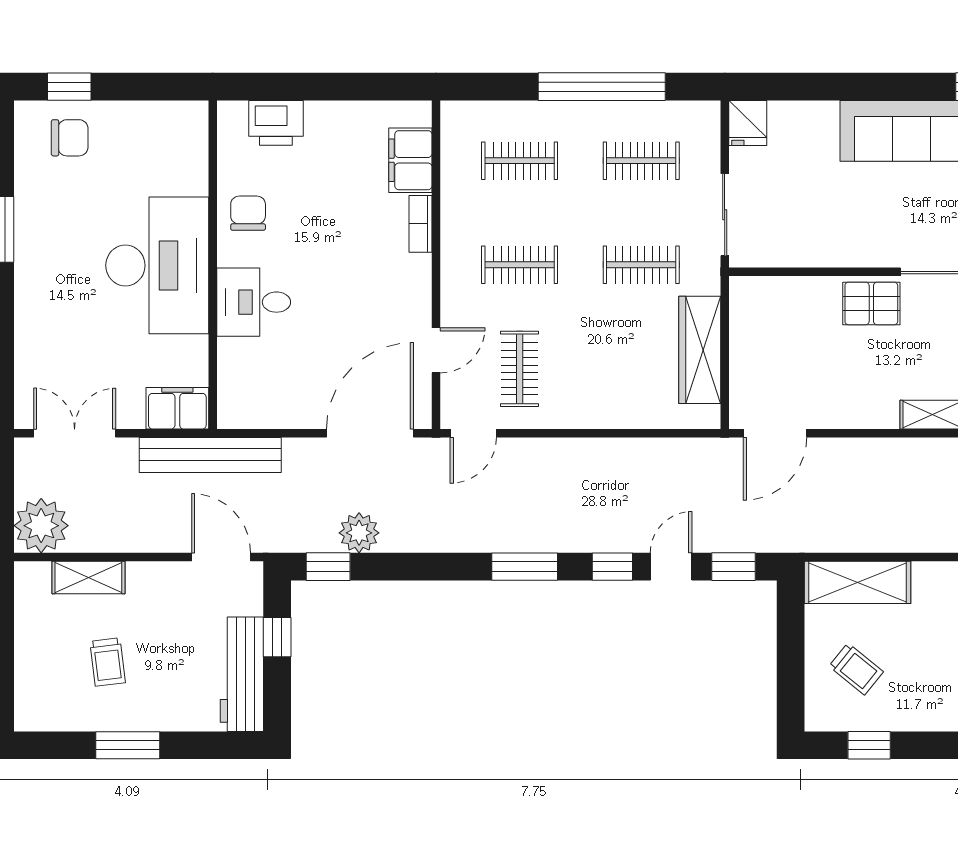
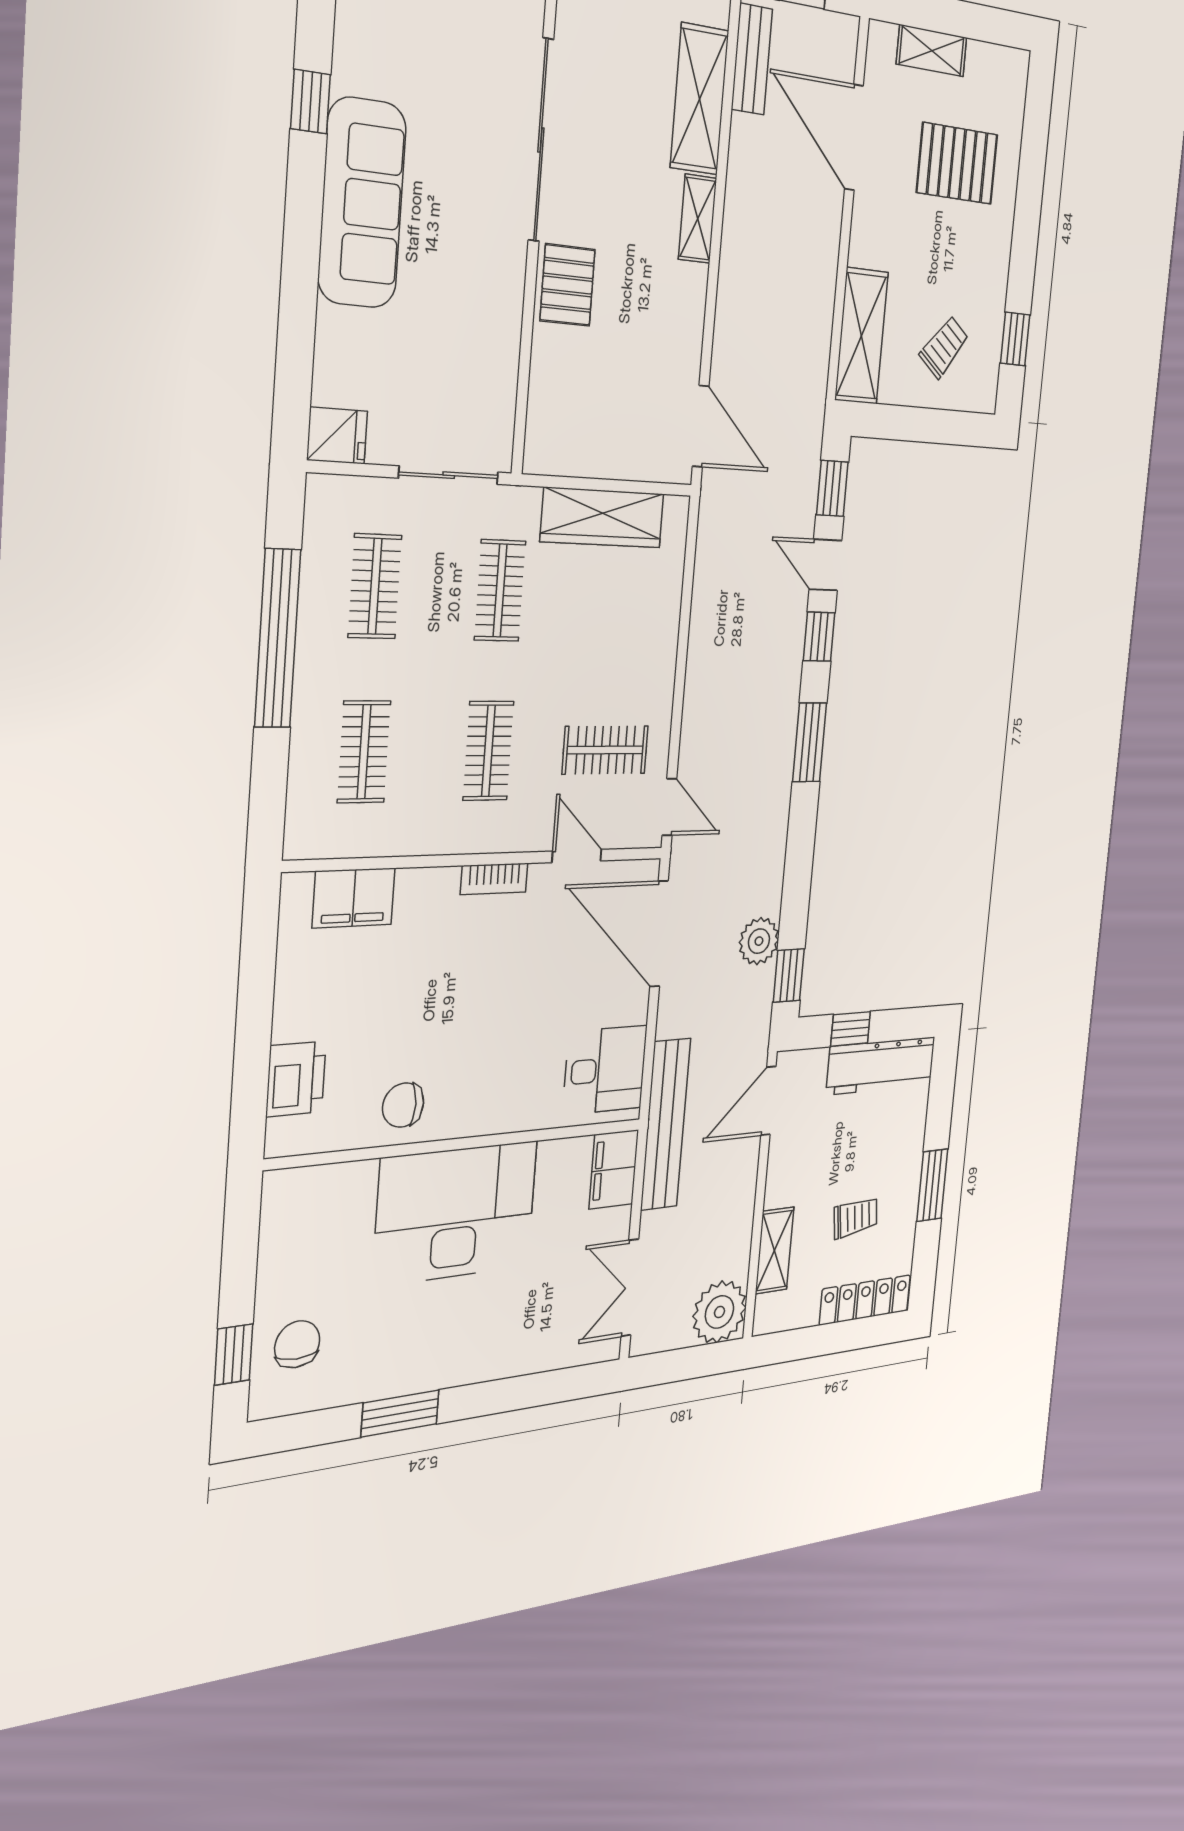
bookcase: (420, 224) -> (494, 879), moved
desk: (254, 302) -> (605, 1070), moved, turned -90
locker: (31, 681) -> (865, 1300), added

